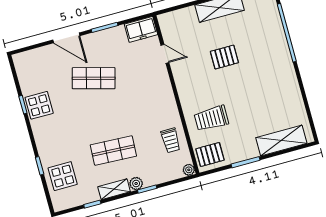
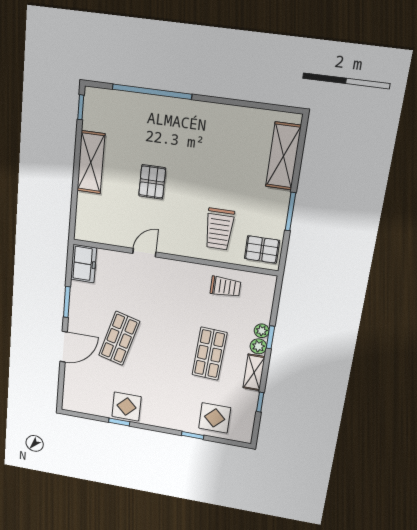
door: (165, 54) -> (144, 253), moved
pallet: (210, 154) -> (262, 249), turned 90
plant: (189, 170) -> (262, 331), moved

